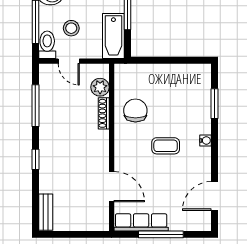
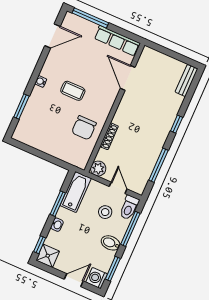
plant: (100, 87) -> (98, 168), moved
window: (161, 234) -> (90, 18), moved

